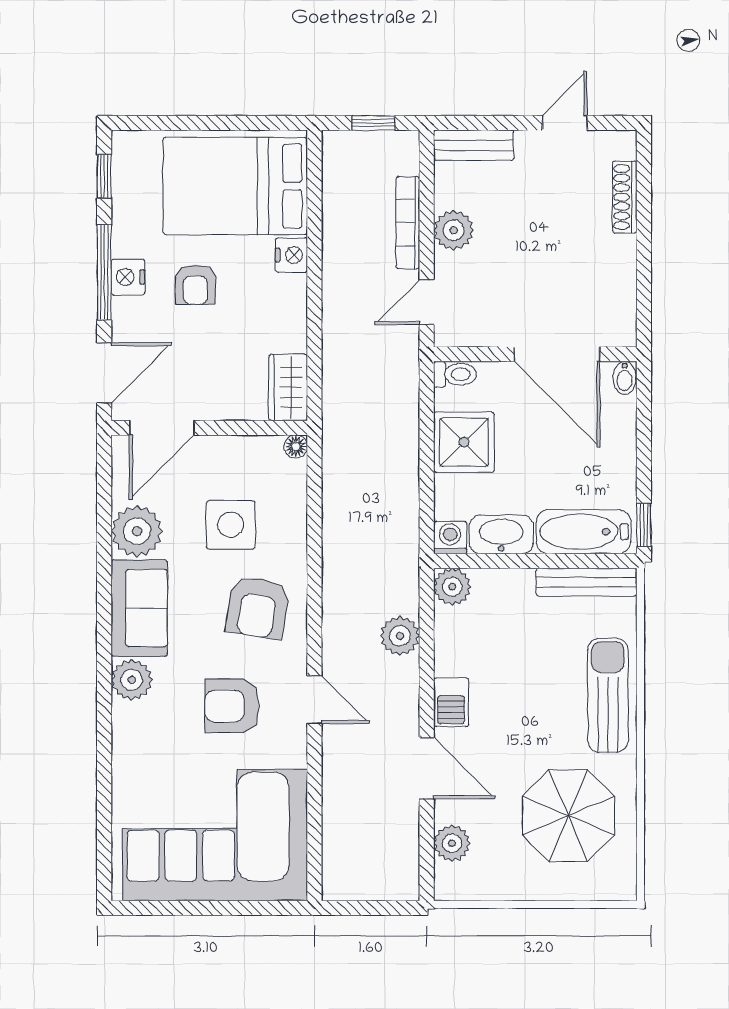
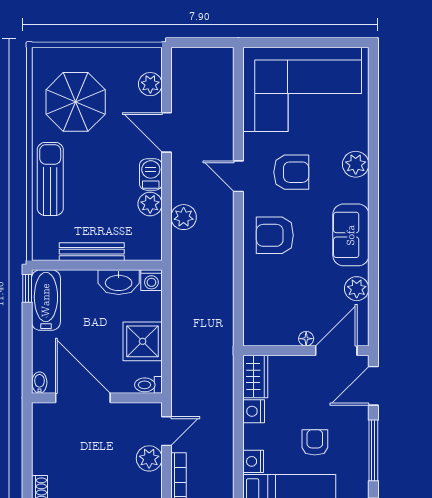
plant: (454, 230) -> (149, 458), moved
nightstand: (128, 277) -> (254, 411), moved, turned 180
floor lamp: (296, 446) -> (306, 339), moved
side table: (231, 525) -> (292, 288), removed
plant: (137, 531) -> (357, 289), width x0.73, depth x0.73
bathtub: (583, 532) -> (46, 300), moved, turned -90
bench: (586, 582) -> (92, 252), moved
plant: (452, 587) -> (150, 204), moved
armchair: (258, 608) -> (275, 235), turned -99
plant: (132, 680) -> (356, 164), moved
sun lounger: (608, 695) -> (50, 179), turned 180

